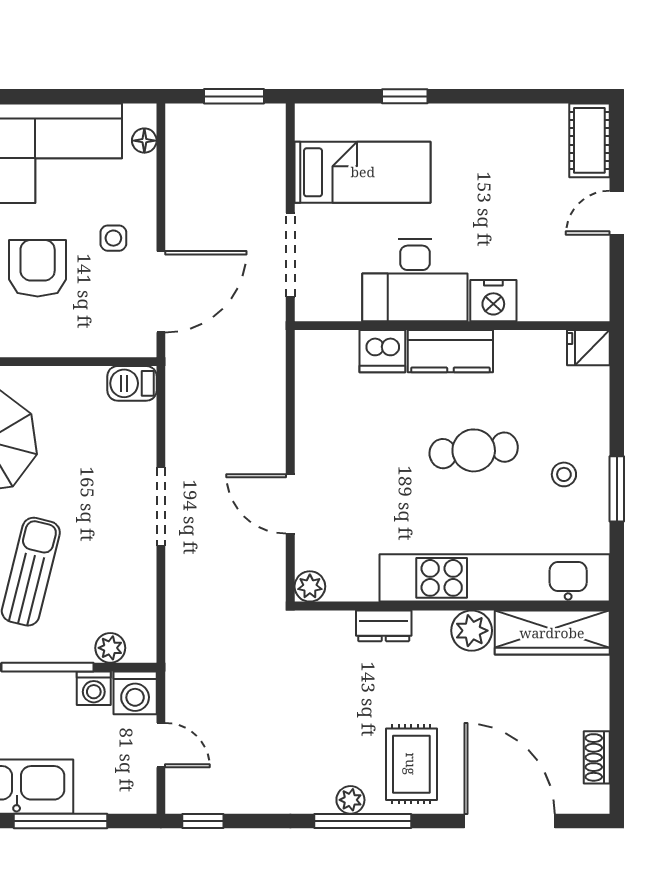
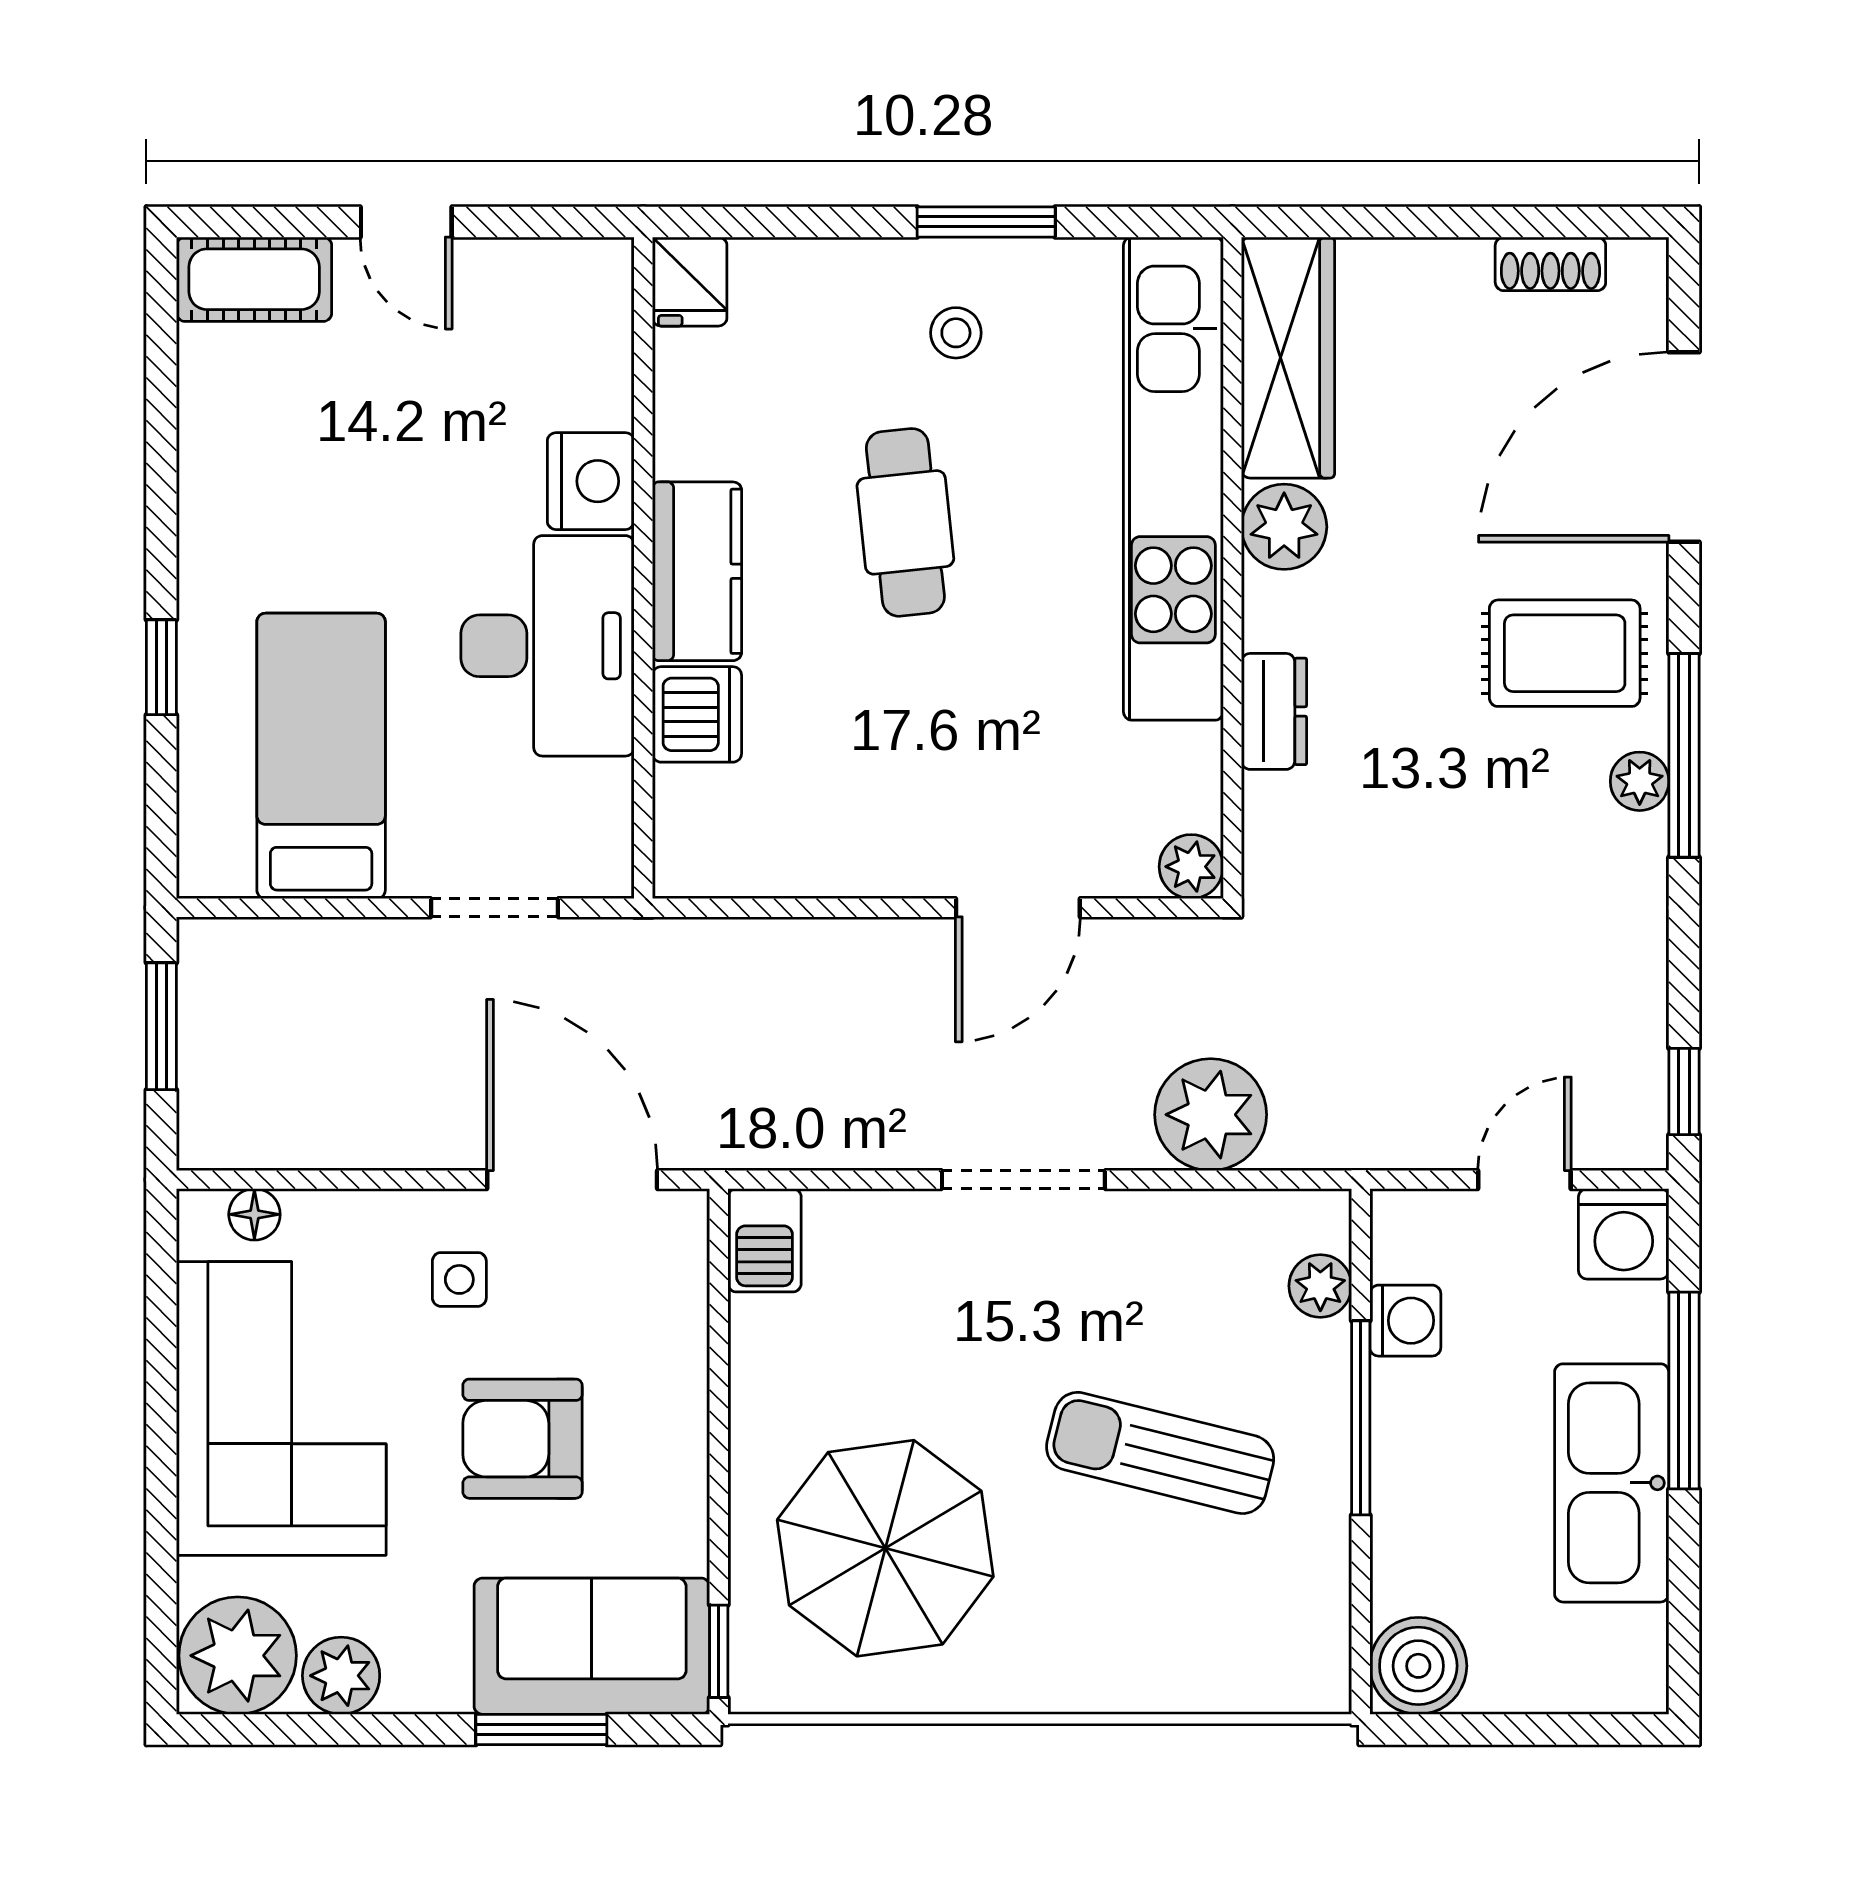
doorway: (290, 255) -> (495, 908), width x0.73
plant: (192, 596) -> (1211, 1115), added
washing machine: (135, 693) -> (1624, 1234), moved, turned 90

